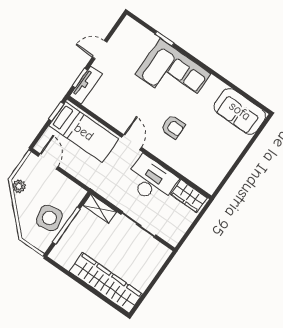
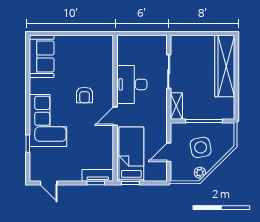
door: (100, 50) -> (49, 183), moved
armchair: (173, 127) -> (84, 95), turned 180
door: (48, 161) -> (169, 152), moved
wardrobe: (189, 196) -> (125, 51), removed
side table: (49, 218) -> (201, 147), moved

